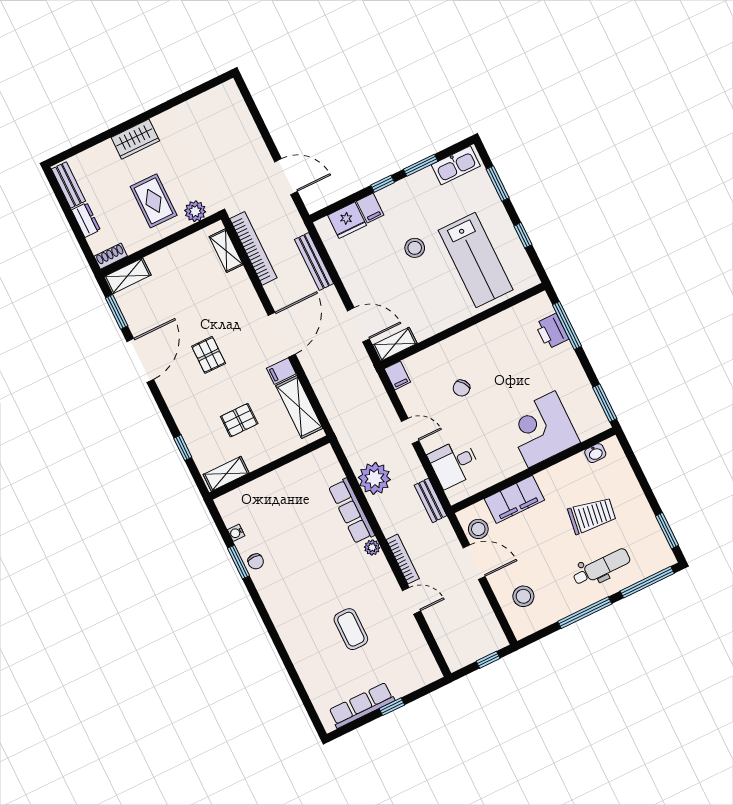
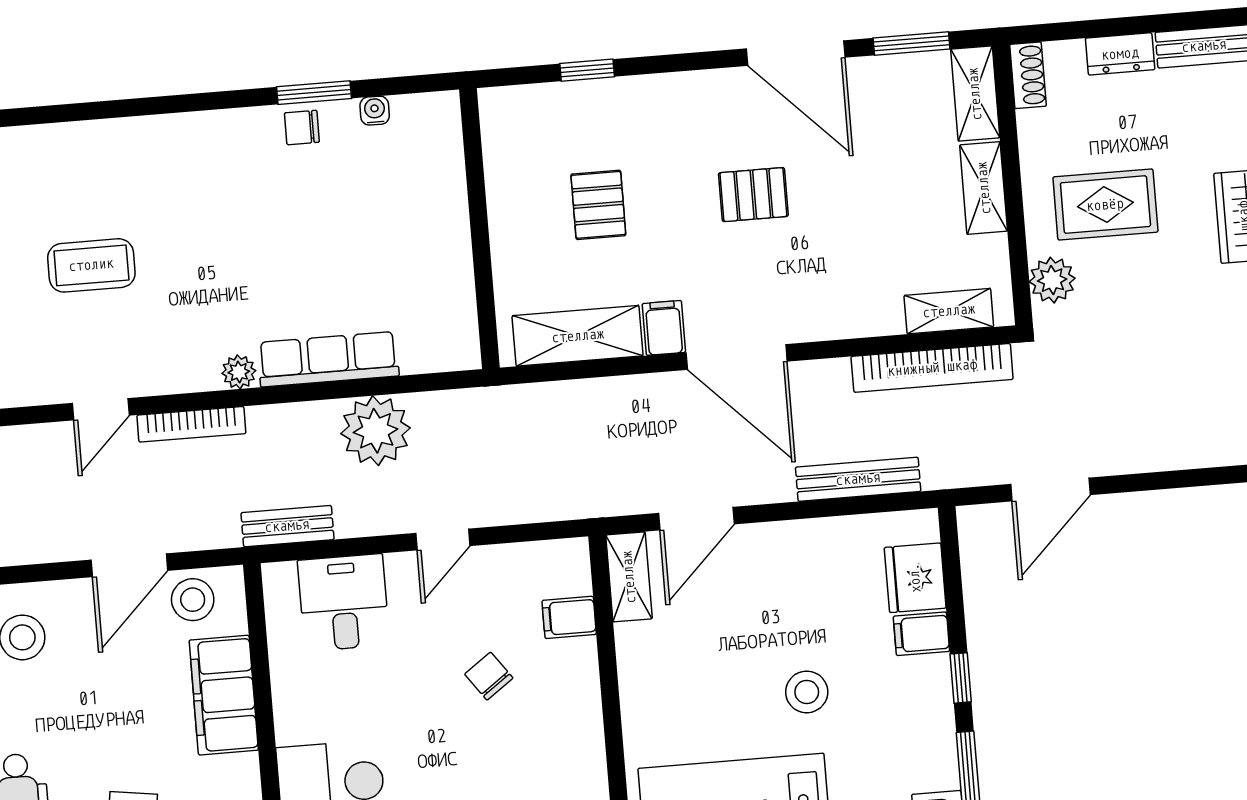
filing cabinet: (397, 375) -> (569, 617), moved
shelving: (226, 474) -> (984, 188), moved

